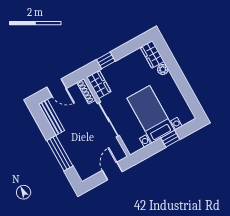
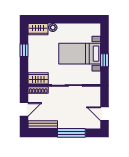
window: (106, 60) -> (24, 50), moved
window: (170, 139) -> (105, 60), moved
door: (112, 171) -> (105, 114), moved

